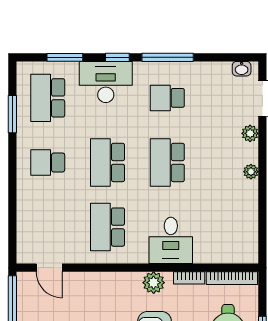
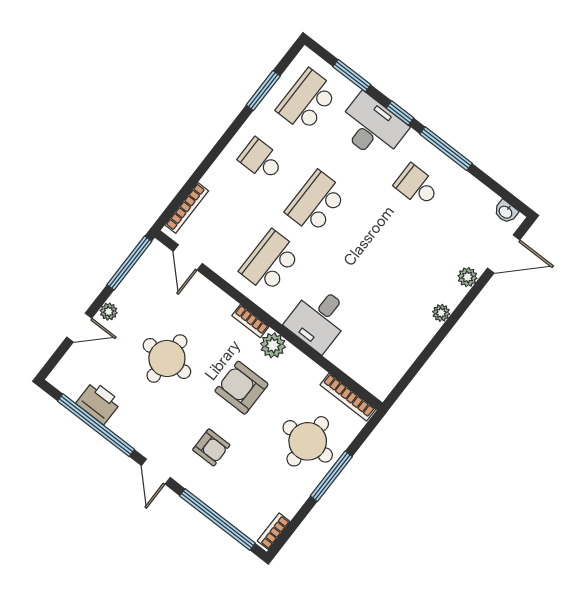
school desk: (167, 162) -> (371, 245), removed
bookcase: (22, 235) -> (187, 208), added
bookcase: (189, 278) -> (250, 321), moved

